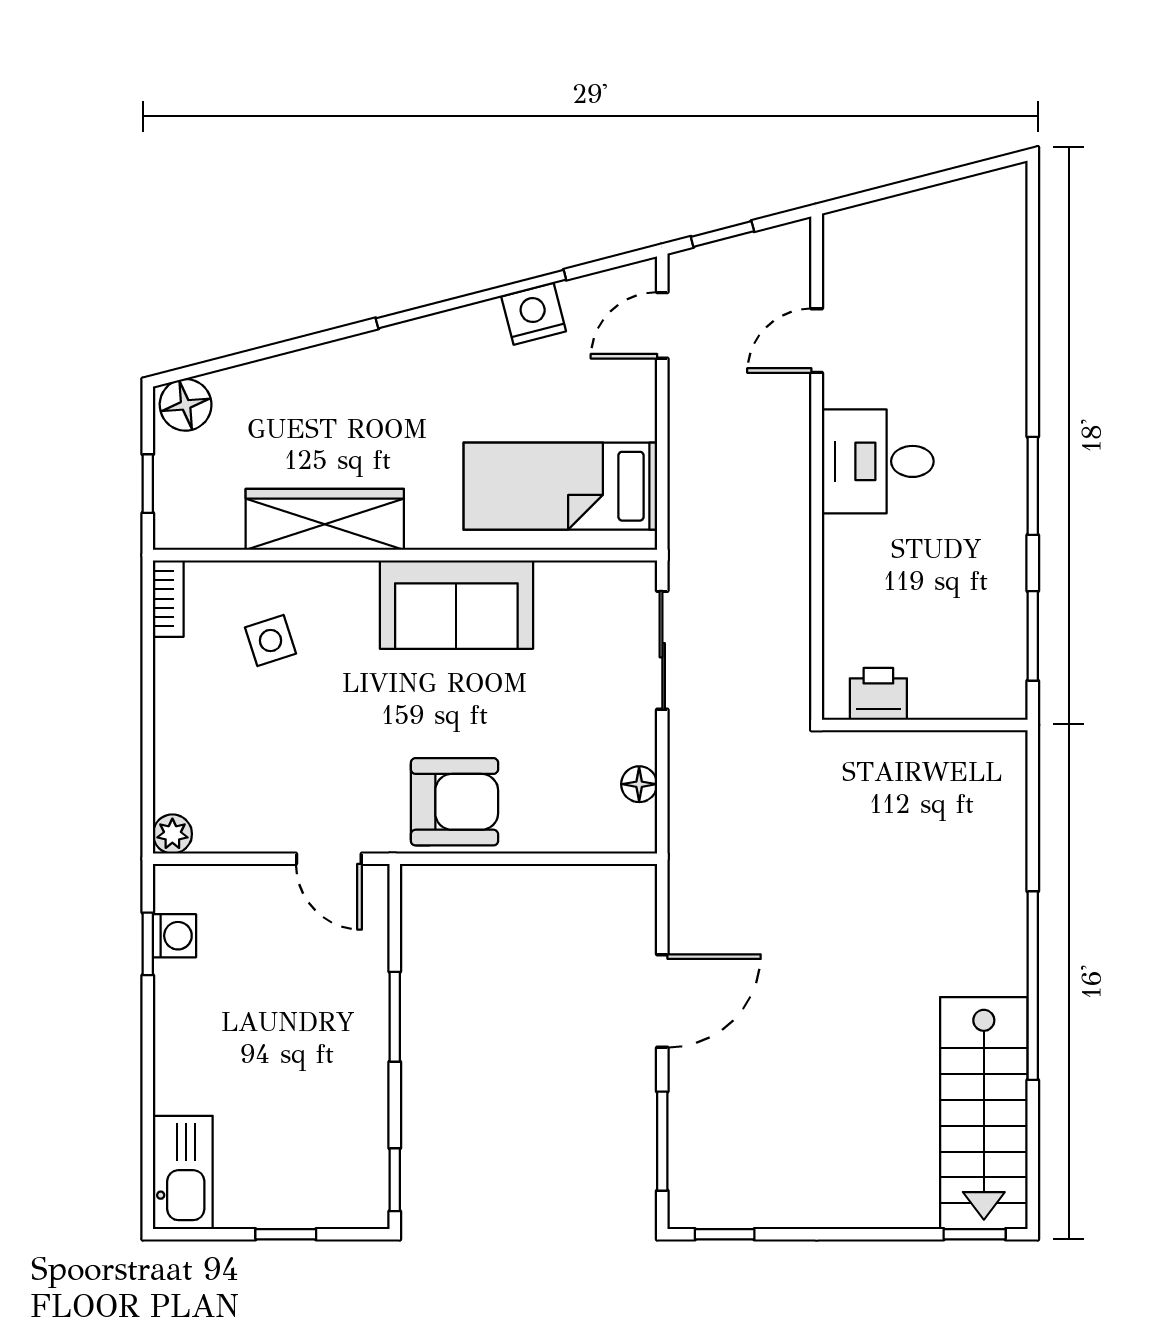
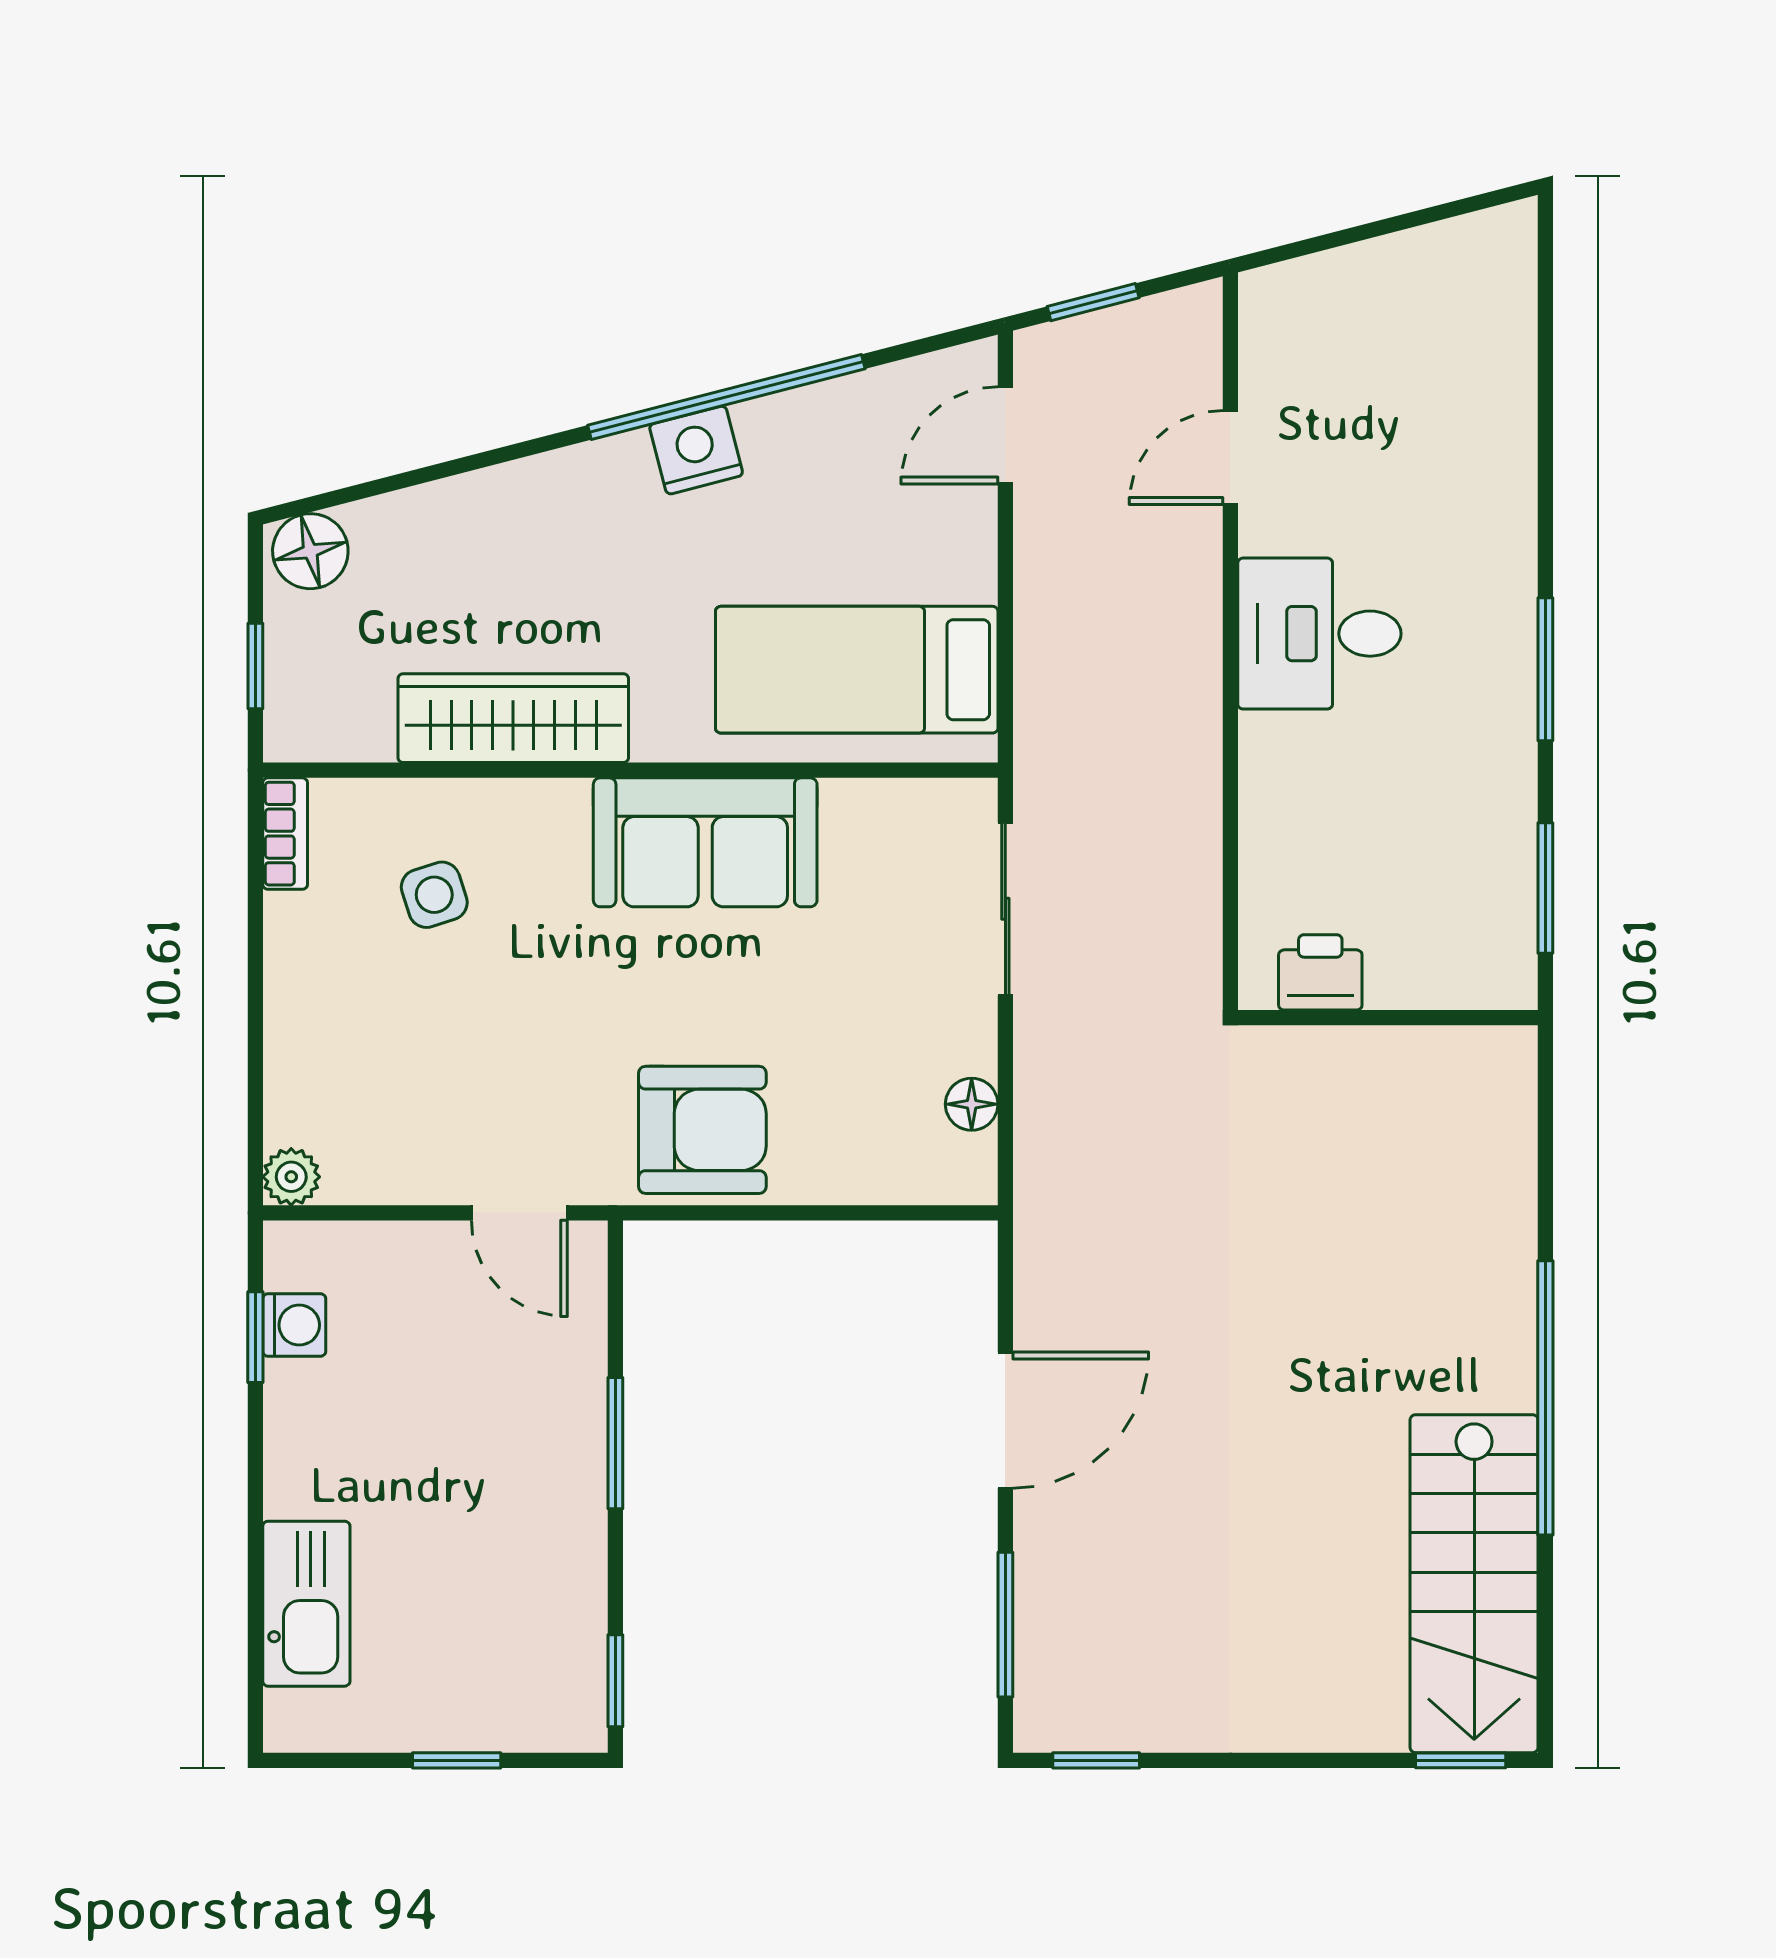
nightstand: (534, 314) -> (696, 450), moved
kitchen sink: (183, 1172) -> (306, 1604), moved

